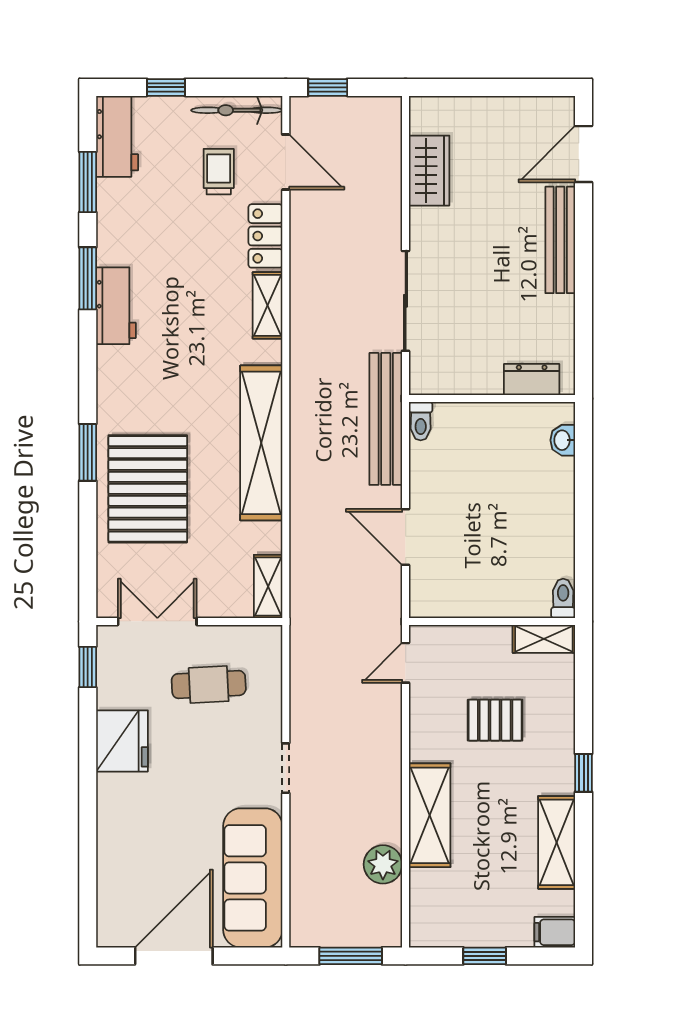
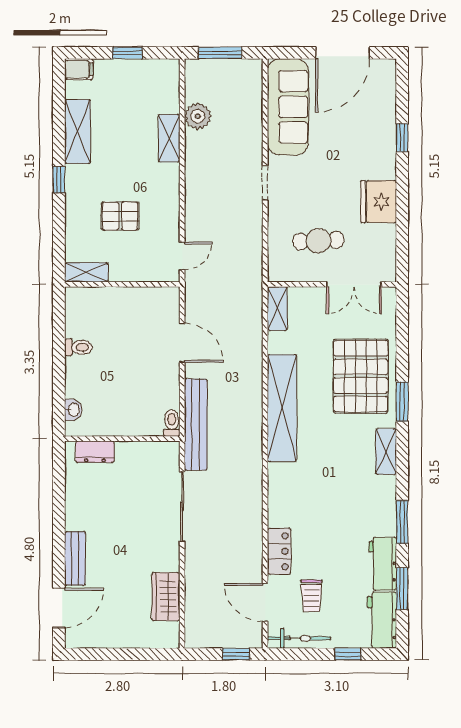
bench: (560, 240) -> (75, 558), width x0.73
shelving: (267, 305) -> (386, 452), moved
workbench: (116, 306) -> (383, 564), moved
toilet: (563, 598) -> (78, 347), moved, turned -90
window: (88, 667) -> (402, 138), moved
shelving: (430, 815) -> (169, 138), width x0.67, depth x0.75

